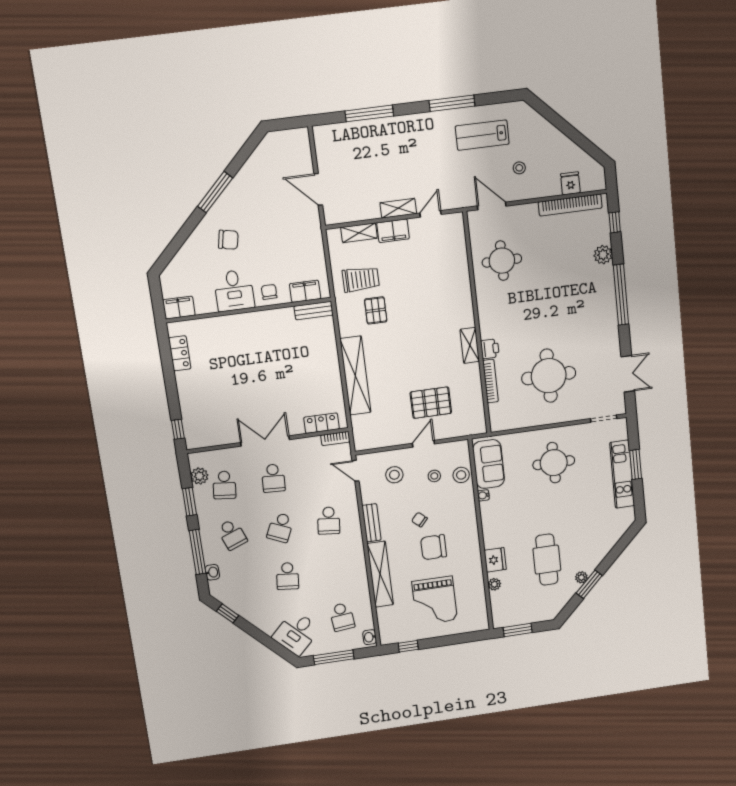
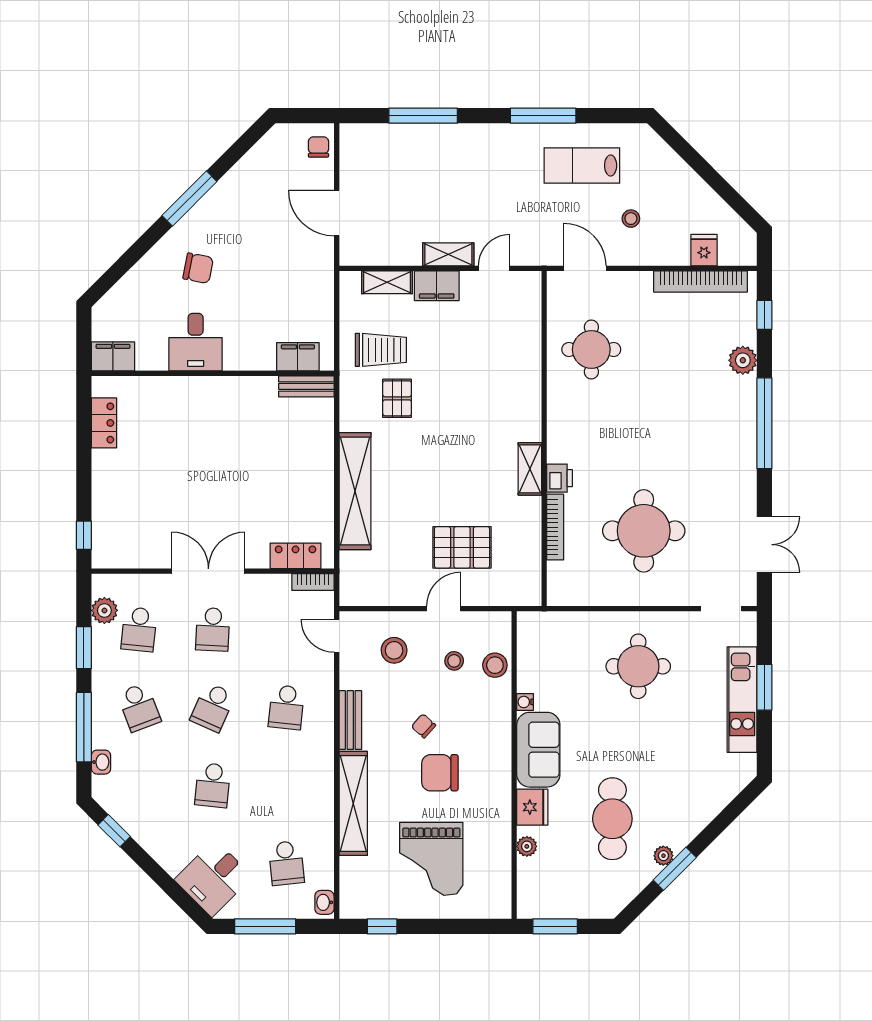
chair: (269, 292) -> (318, 147), moved
sofa: (489, 464) -> (538, 750), moved

